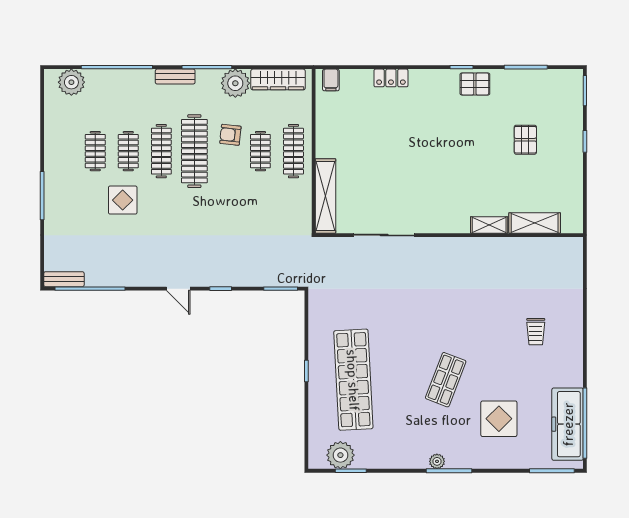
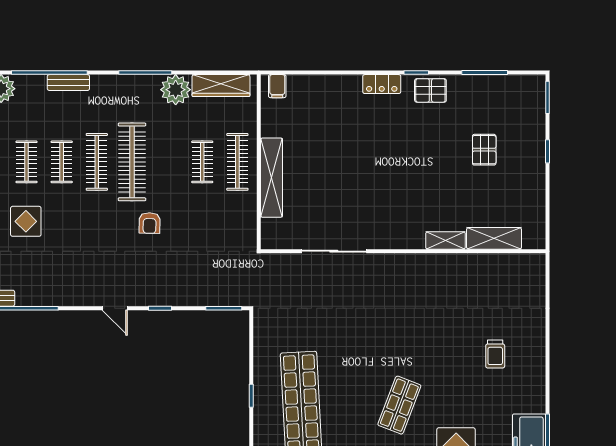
bench: (175, 77) -> (68, 83), moved
locker: (391, 78) -> (382, 84), moved
armchair: (230, 135) -> (150, 223), moved, turned -95
shelving: (326, 196) -> (272, 178), moved
display table: (123, 200) -> (26, 221), moved

